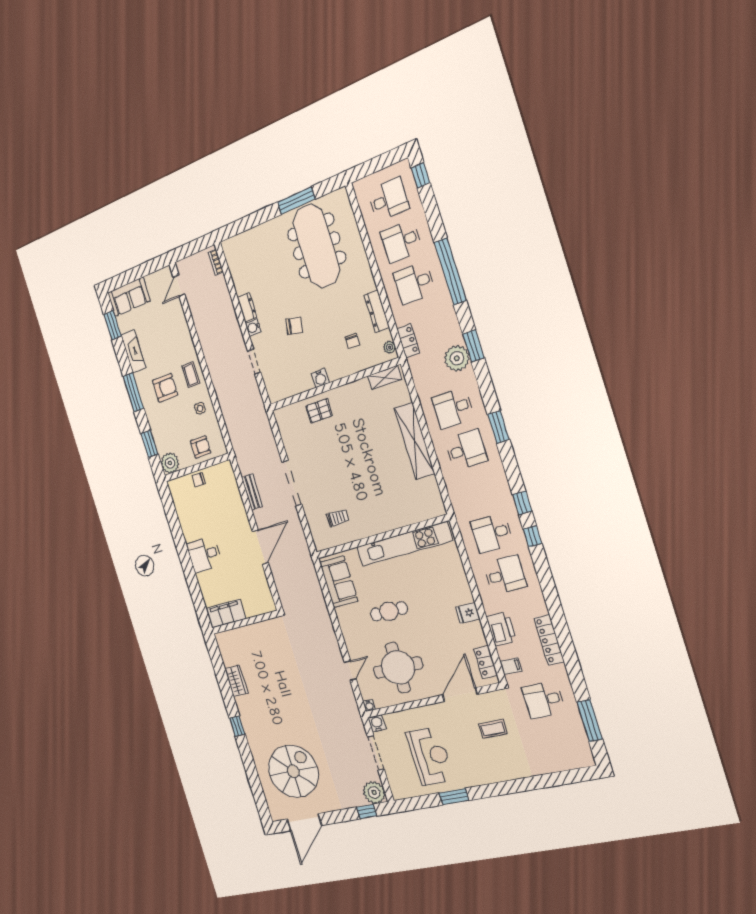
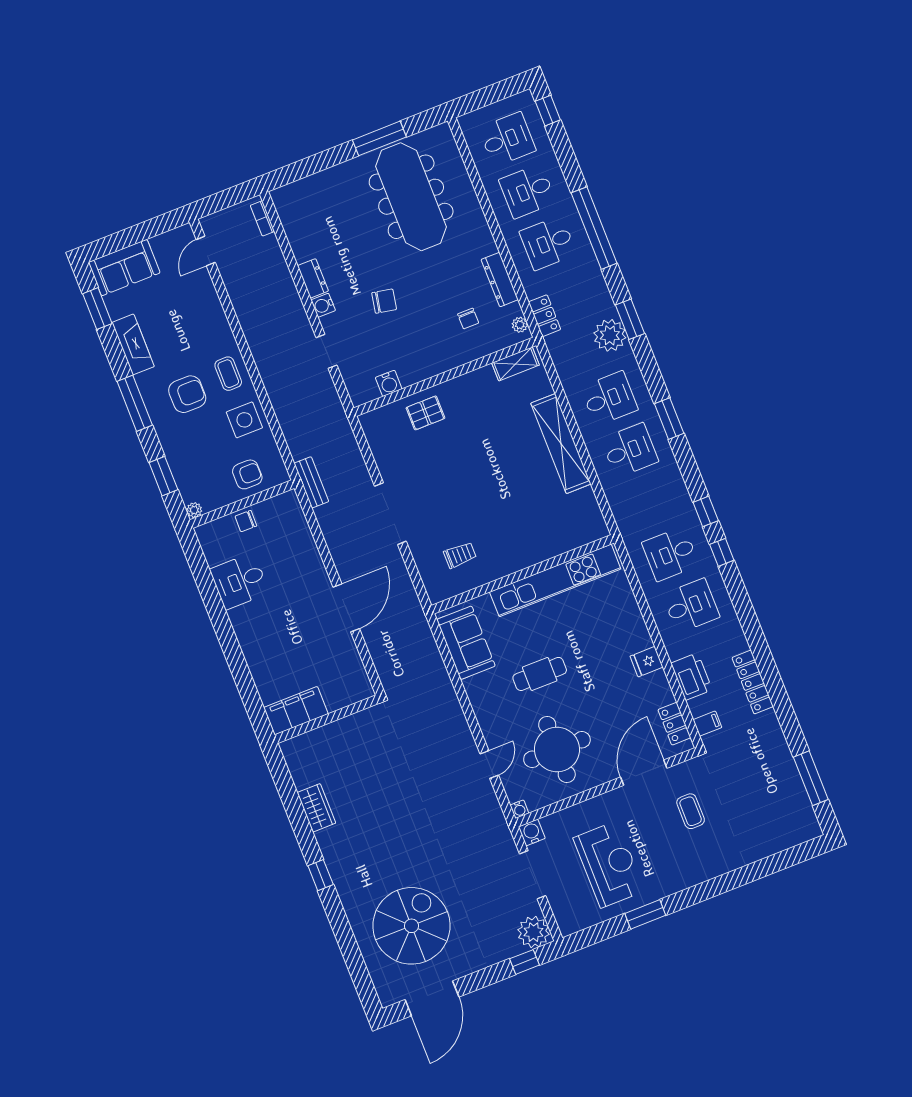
water cooler: (320, 378) -> (389, 383), moved
side table: (200, 408) -> (244, 420), width x1.87, depth x1.87
desk: (453, 408) -> (609, 398), turned 180
plant: (170, 463) -> (194, 510), width x0.53, depth x0.53
bench: (252, 492) -> (311, 482), moved
desk: (204, 555) -> (240, 581), moved
desk: (544, 700) -> (752, 761), removed
coffee table: (493, 729) -> (691, 811), turned 90

